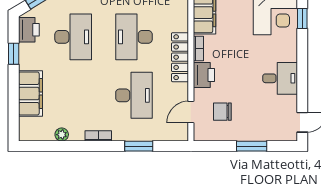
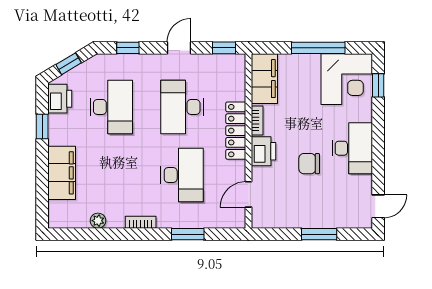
desk: (280, 78) -> (352, 148), width x1.37
chair: (222, 112) -> (309, 164), moved

